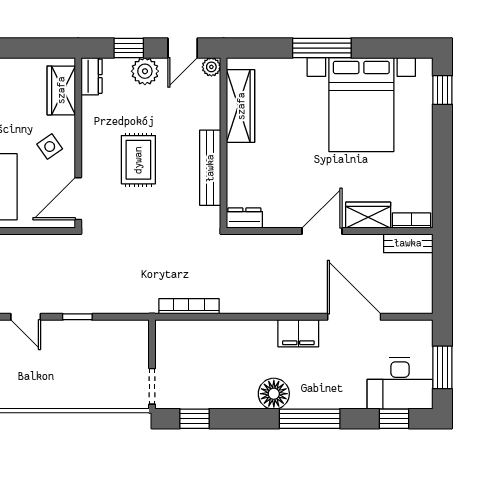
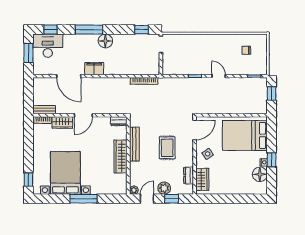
dresser: (92, 76) -> (188, 175), moved
wardrobe: (241, 106) -> (121, 156), moved

